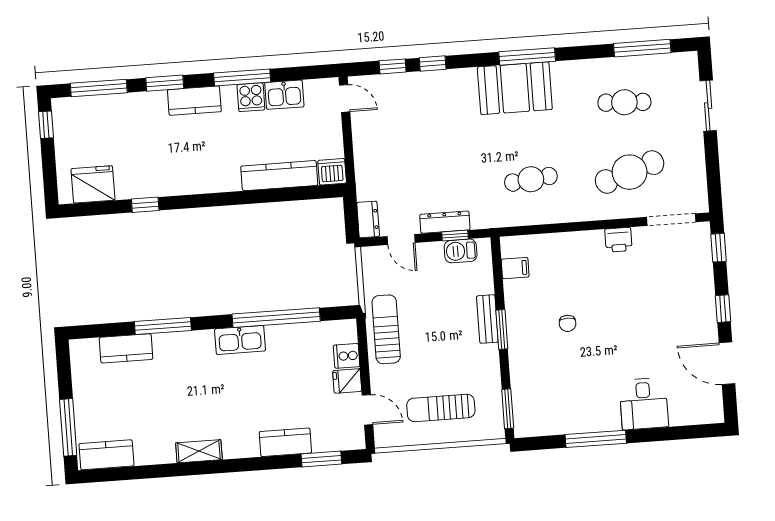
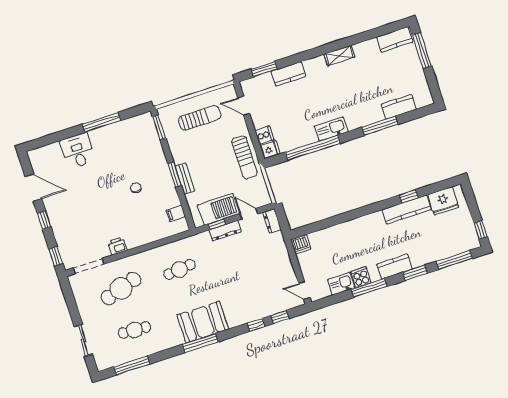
kitchen counter: (279, 176) -> (407, 210), moved
barbecue: (461, 251) -> (218, 209), width x1.88, depth x1.53
fridge: (347, 381) -> (270, 150), moved

